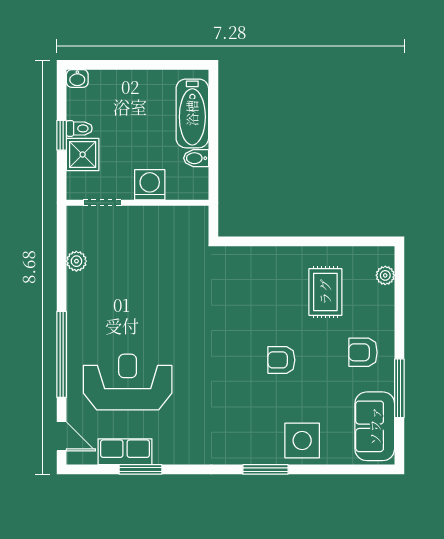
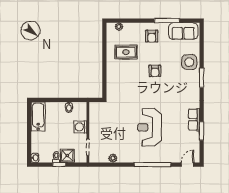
bathtub: (192, 113) -> (38, 117), moved, turned -90
reception desk: (128, 382) -> (150, 127), moved
row of seats: (125, 452) -> (194, 120), moved

